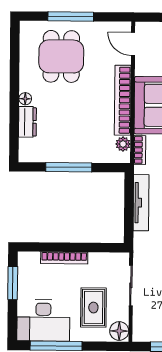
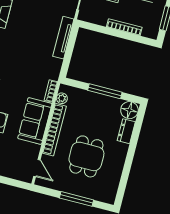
dining table: (61, 56) -> (86, 156), moved
floor lamp: (25, 99) -> (129, 110), moved, width x1.89, depth x1.89
tv unit: (141, 203) -> (63, 38), moved

